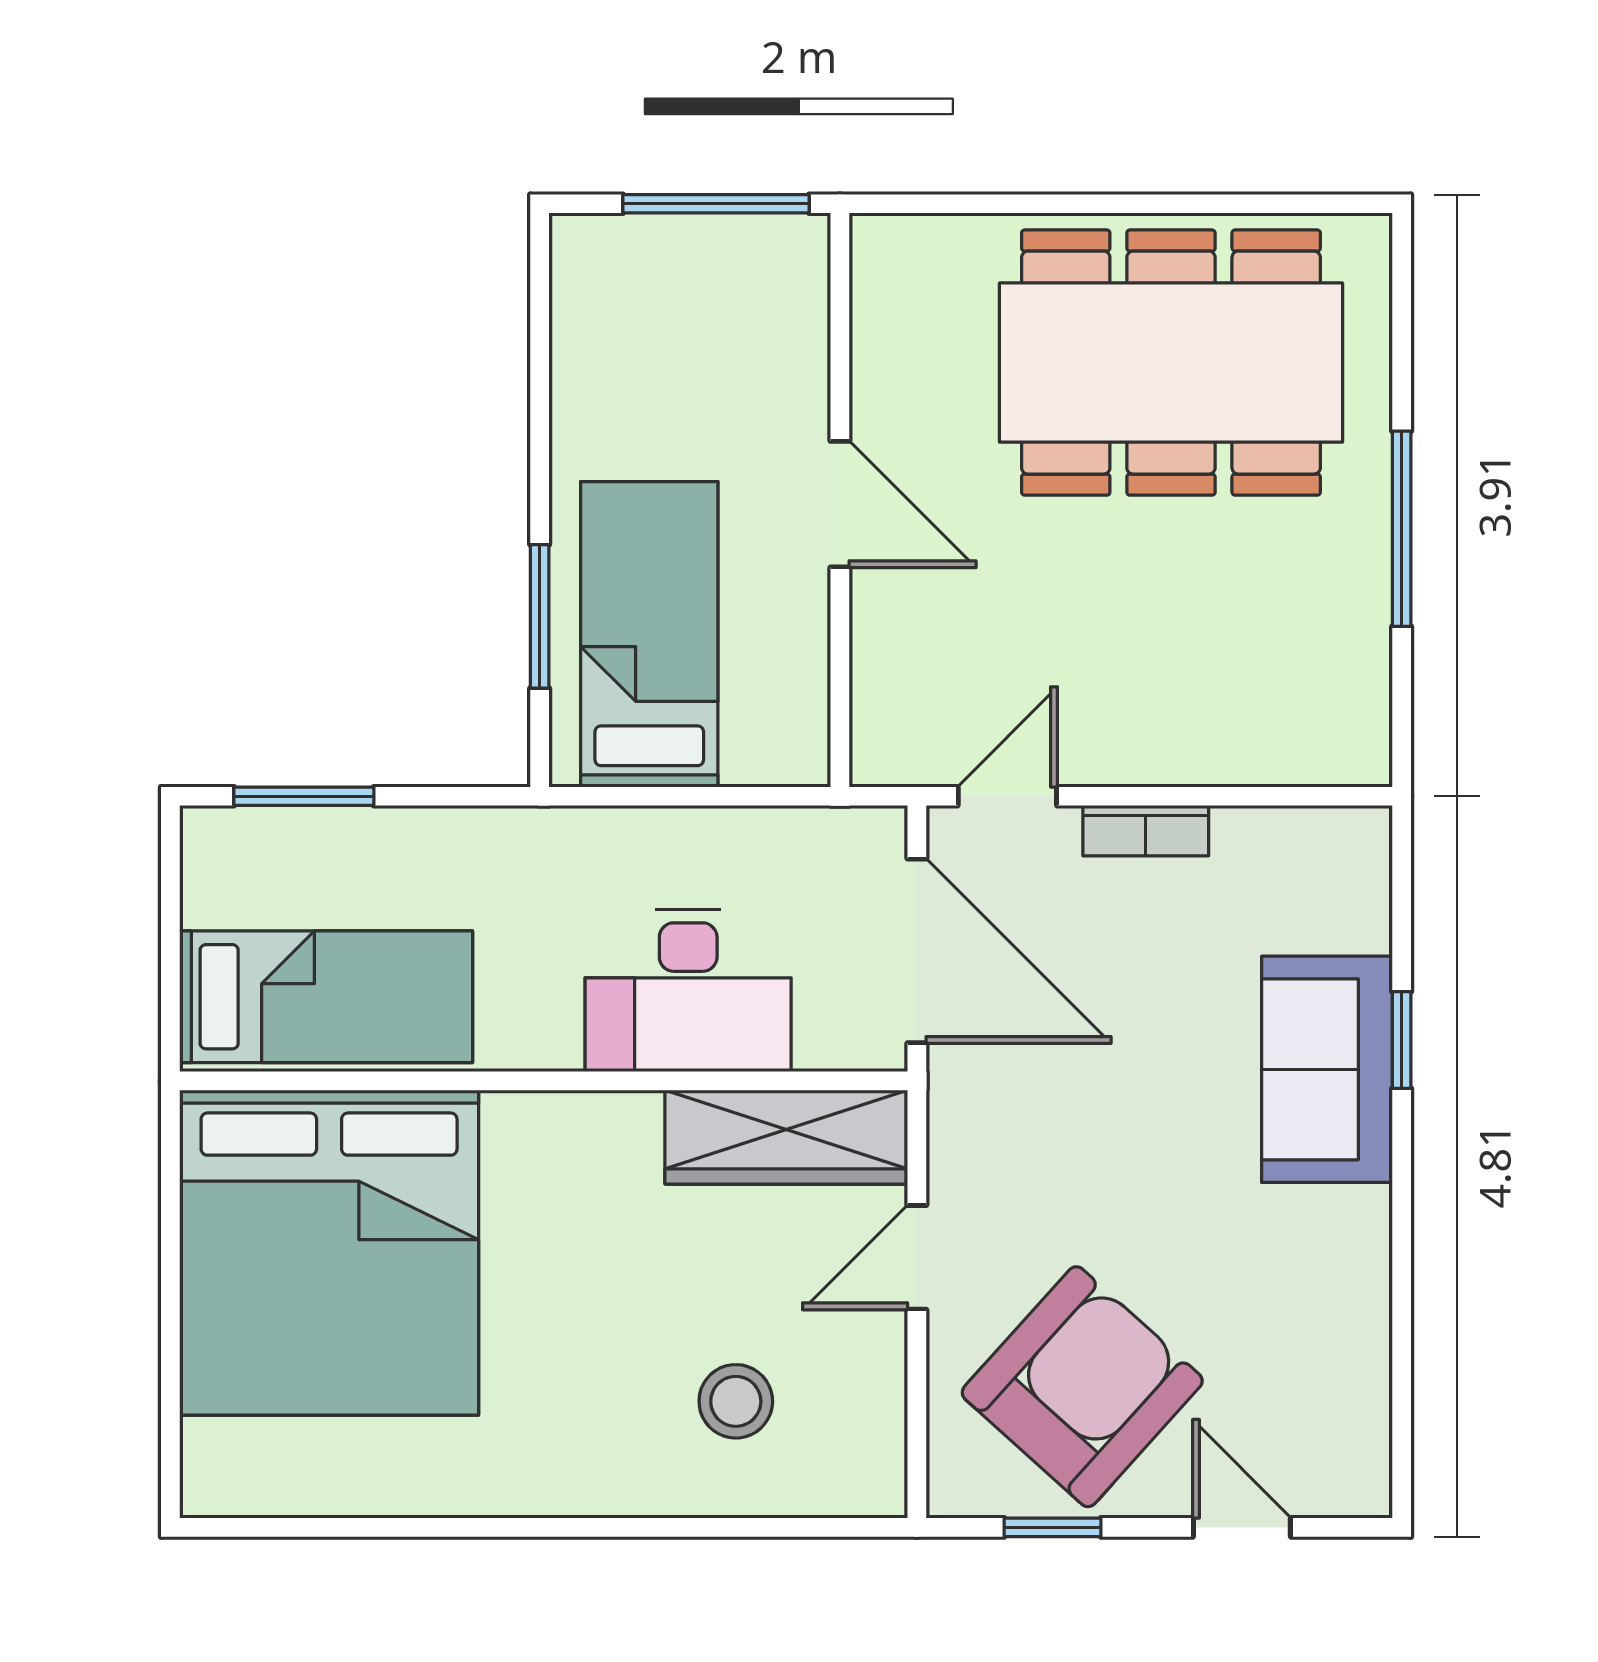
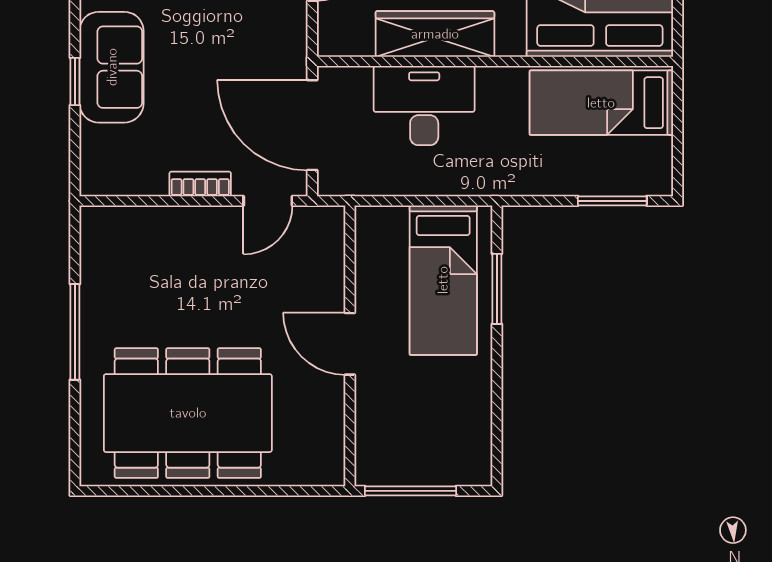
wardrobe: (786, 1137) -> (435, 34), moved

